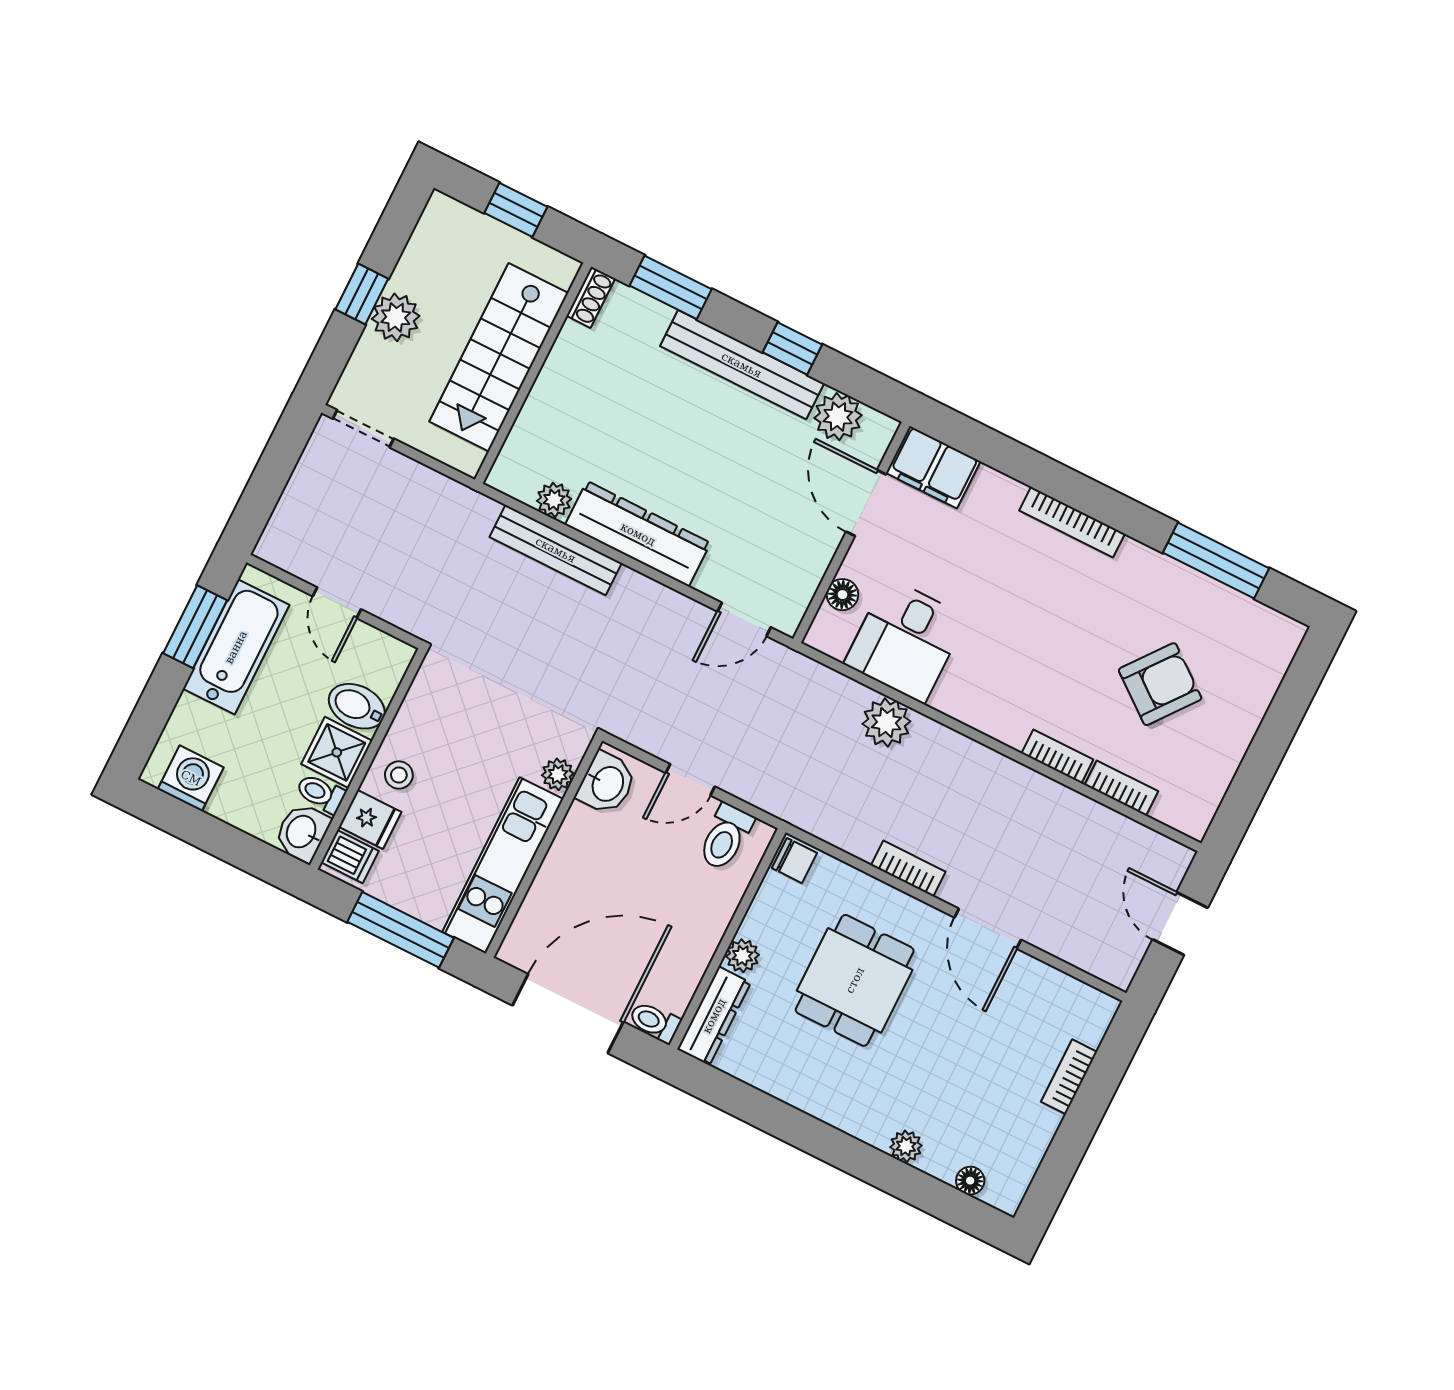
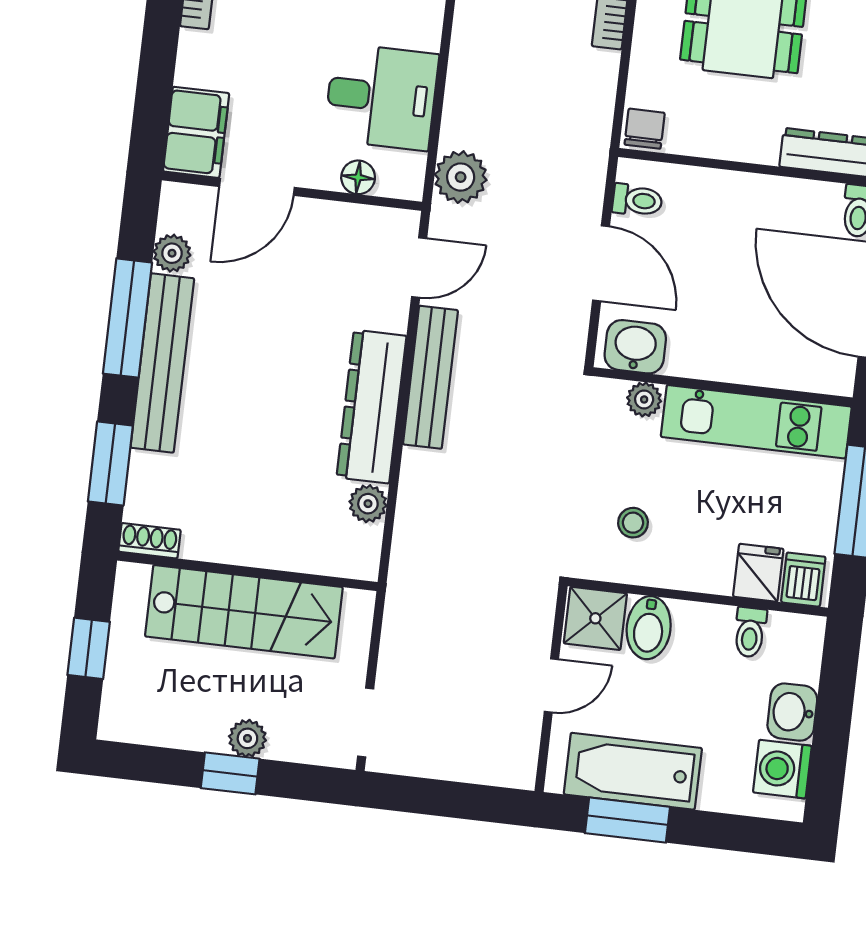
plant: (396, 317) -> (247, 738), width x0.73, depth x0.73
window: (792, 348) -> (127, 318), width x2.17
plant: (838, 417) -> (172, 253), width x0.73, depth x0.73
bench: (556, 550) -> (430, 377), moved
door: (744, 619) -> (419, 268), hinge flipped
plant: (886, 722) -> (461, 177), moved
shower: (337, 752) -> (595, 618), moved
stool: (399, 775) -> (633, 523), moved
door: (690, 780) -> (601, 263), width x1.38
washbasin: (302, 832) -> (792, 712), moved, turned 90
toilet: (726, 837) -> (637, 200), width x0.73, depth x0.72
plant: (742, 956) -> (760, 146), removed

